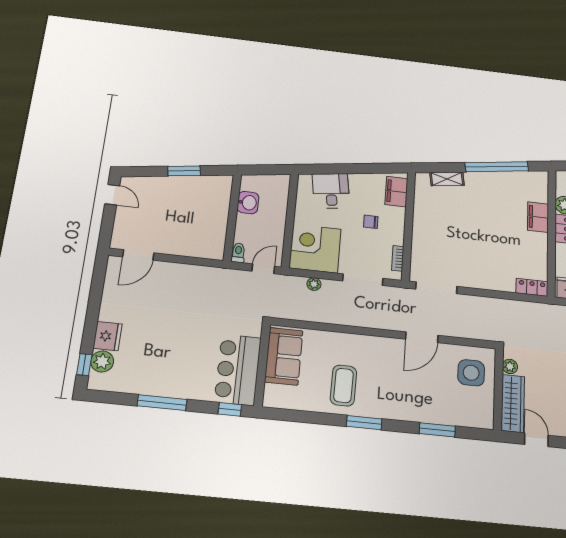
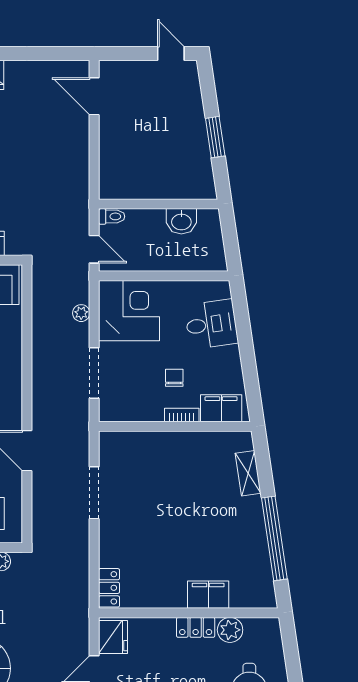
door: (112, 195) -> (171, 54), swing flipped
bookcase: (398, 258) -> (182, 415), moved
doorway: (436, 288) -> (94, 493), moved

